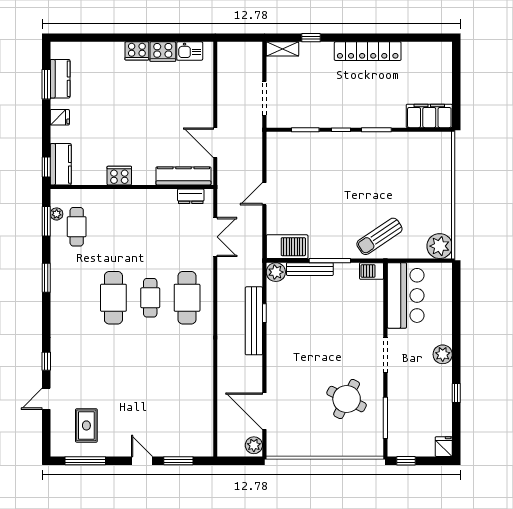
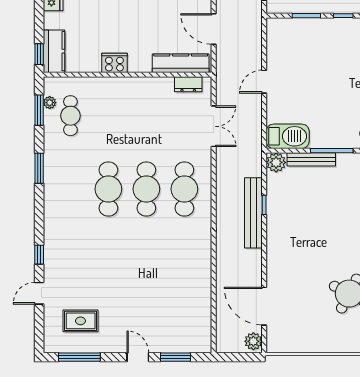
cafe table: (150, 298) -> (146, 189), width x1.37, depth x1.35
rug: (86, 425) -> (81, 321), turned 90

